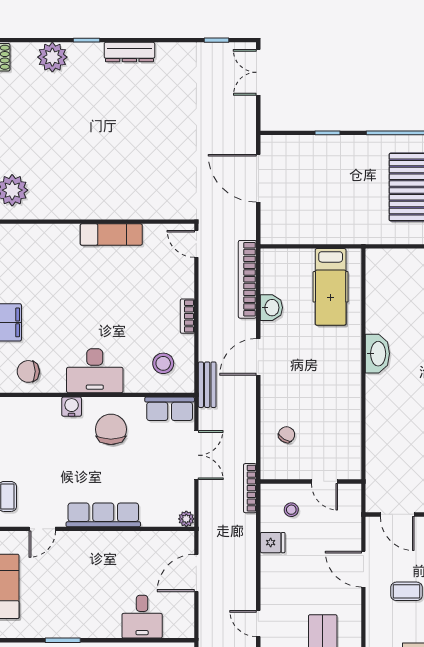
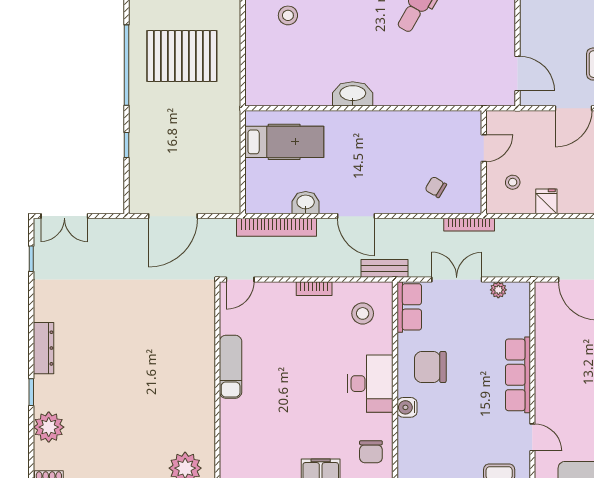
bookcase: (250, 488) -> (469, 225), moved
door: (397, 514) -> (518, 74), hinge flipped
plant: (186, 519) -> (498, 290), moved

